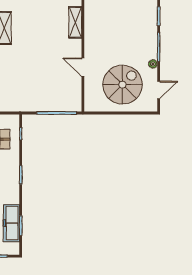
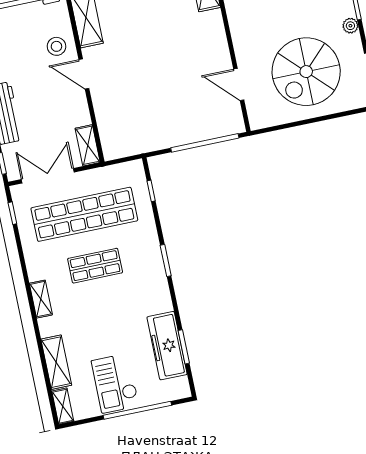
door: (83, 67) -> (239, 84), moved
spiral stairs: (122, 85) -> (306, 72), turned 180

